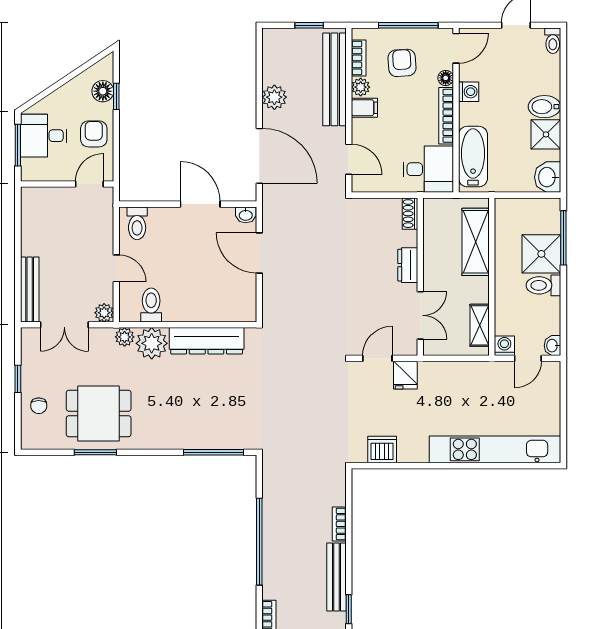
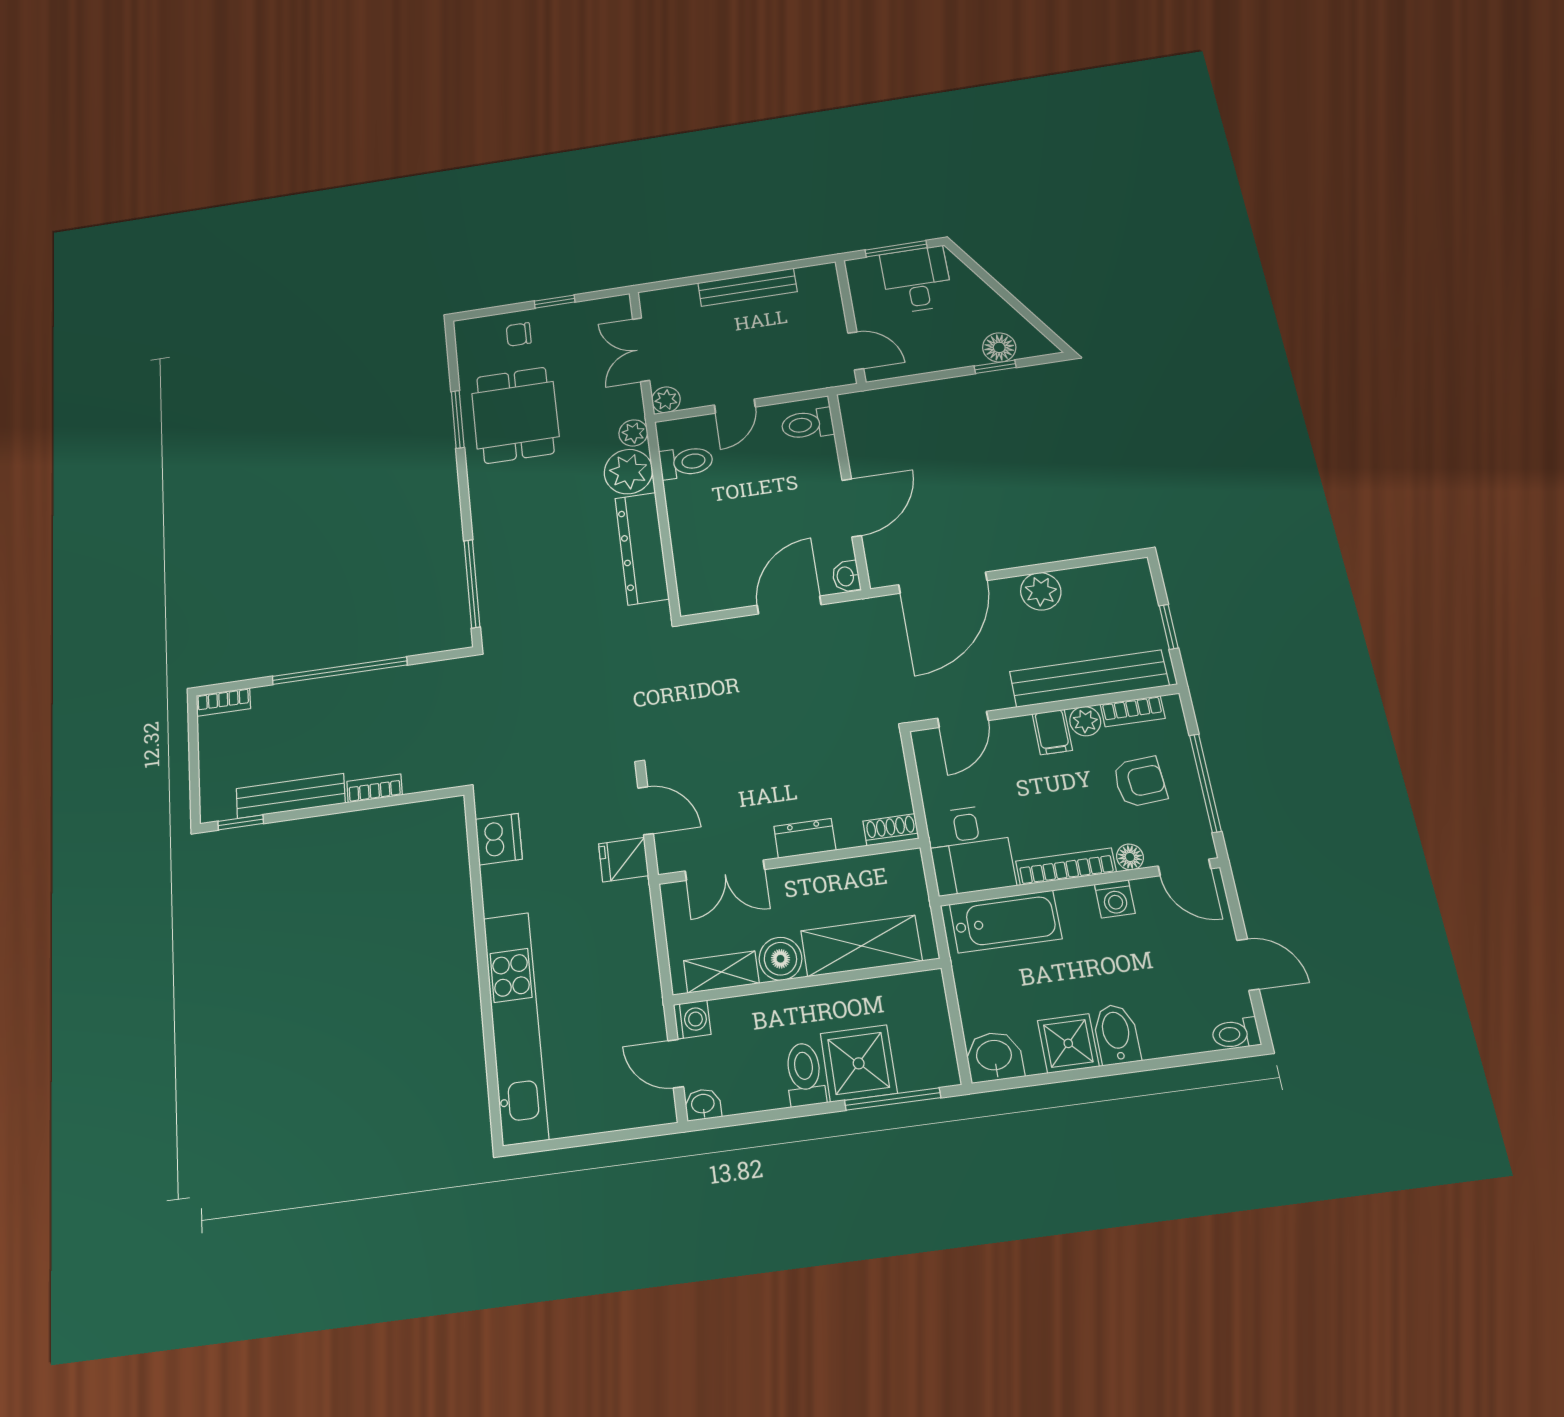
armchair: (94, 134) -> (932, 345), removed
bench: (30, 289) -> (747, 287), moved
boiler: (477, 290) -> (780, 959), added

